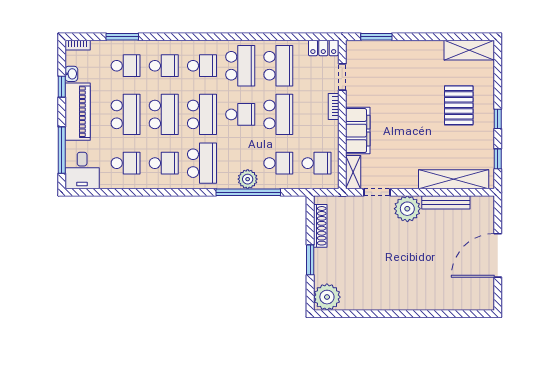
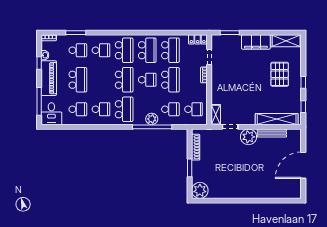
school desk: (202, 66) -> (124, 50), width x1.85
school desk: (164, 114) -> (101, 80), removed
filing cabinet: (358, 131) -> (256, 42), moved, turned 90

